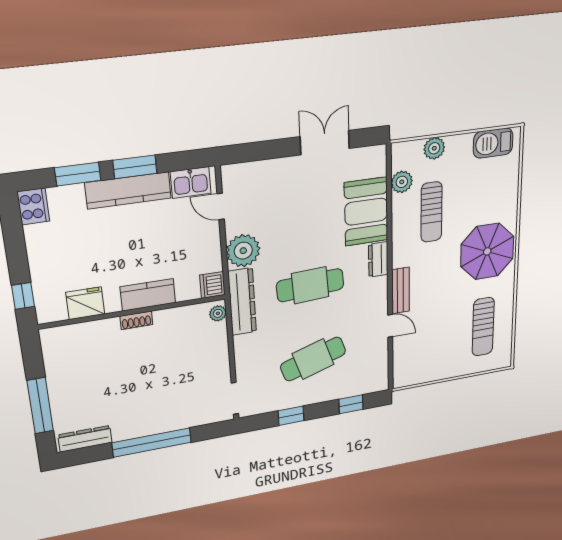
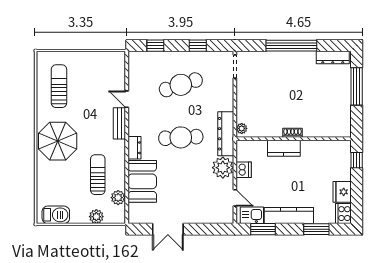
window: (135, 167) -> (263, 229), moved
dishwasher: (212, 285) -> (244, 170), moved
fridge: (85, 303) -> (342, 192), moved, turned 90

